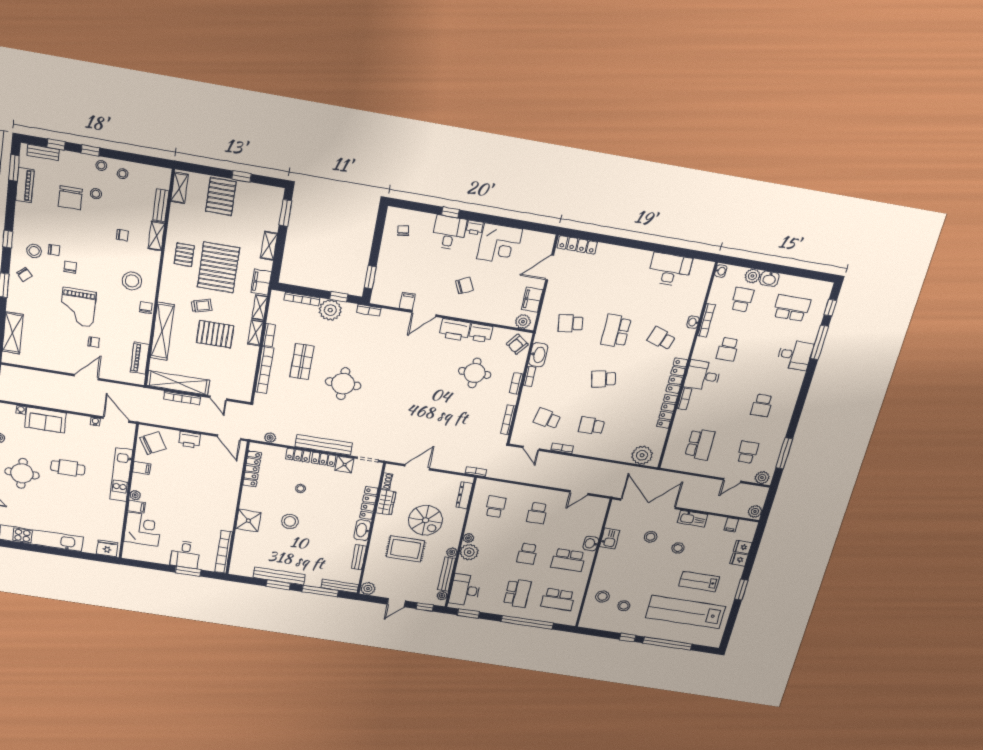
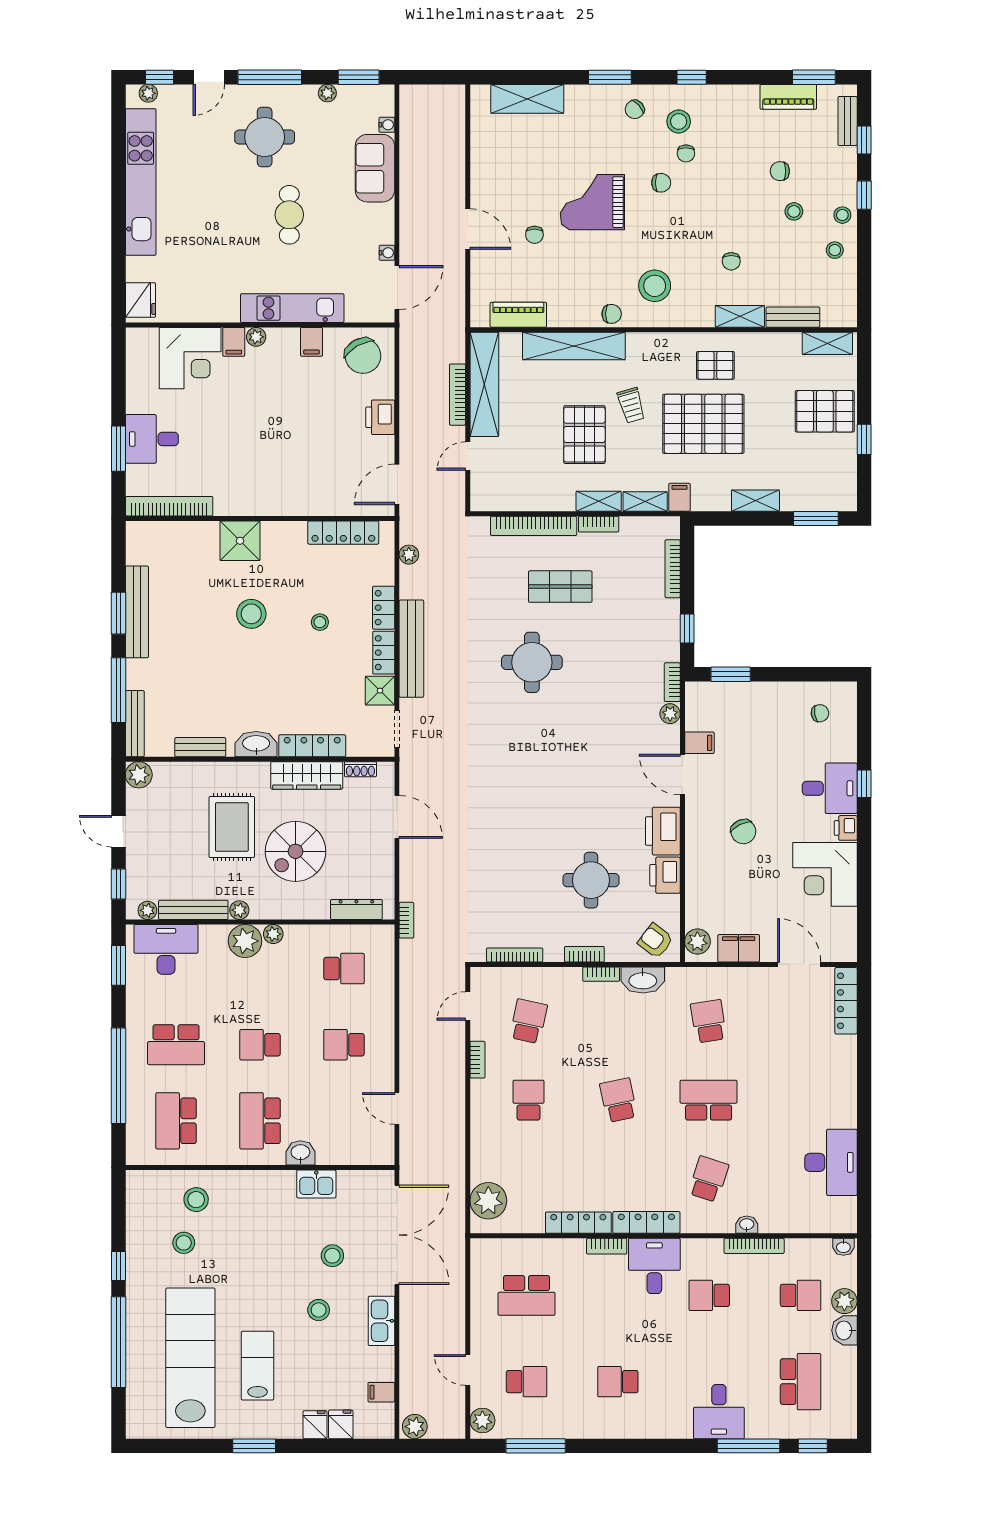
chair: (70, 198) -> (780, 171), width x0.54, depth x0.54
filing cabinet: (261, 282) -> (680, 497), width x0.50
plant: (330, 310) -> (670, 714), moved, width x0.53, depth x0.53
wardrobe: (386, 502) -> (307, 775), width x1.50

